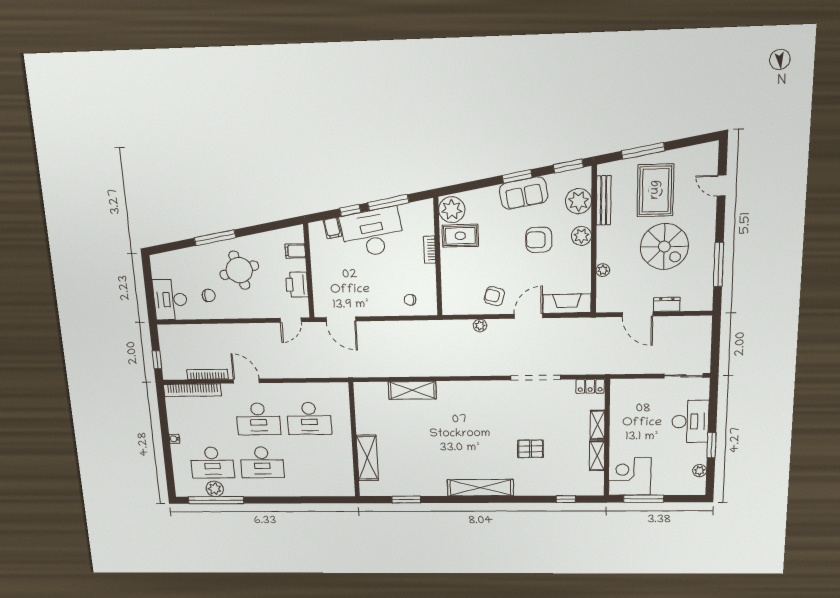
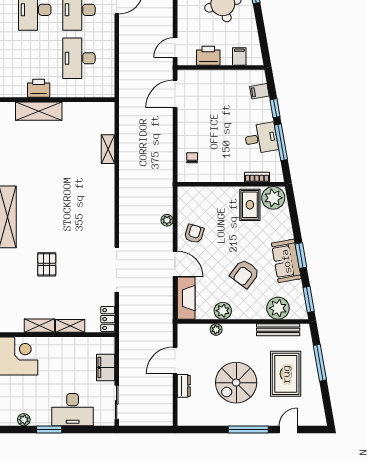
rug: (655, 190) -> (286, 374), turned 90
desk: (372, 233) -> (261, 138), width x0.53, depth x0.77
plant: (581, 236) -> (223, 311), moved
armchair: (539, 240) -> (245, 274), turned -143
bookcase: (430, 250) -> (257, 177), moved
window: (718, 264) -> (248, 430), moved
door: (291, 320) -> (175, 48), hinge flipped
filing cabinet: (644, 388) -> (106, 367), added
shelving: (412, 390) -> (108, 149), width x0.67, depth x0.75
printer: (343, 458) -> (39, 88), added

